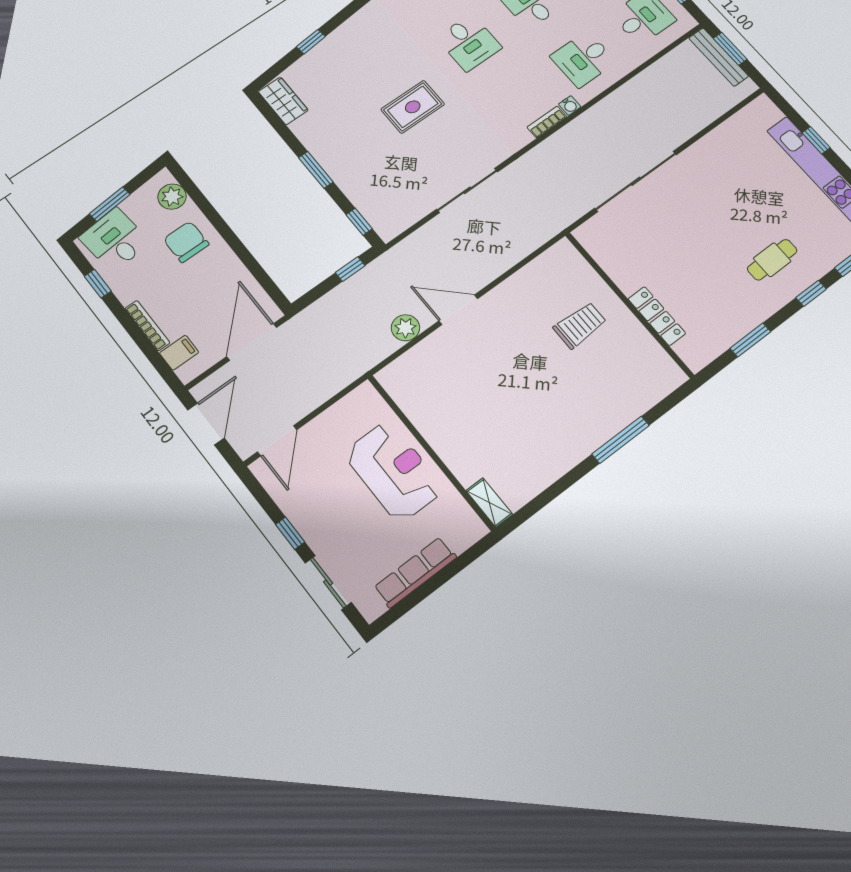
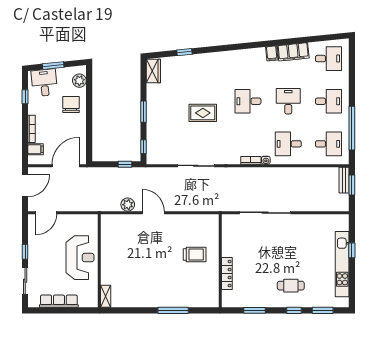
desk: (469, 43) -> (248, 101), turned 90
bench: (719, 57) -> (344, 180), width x0.73

